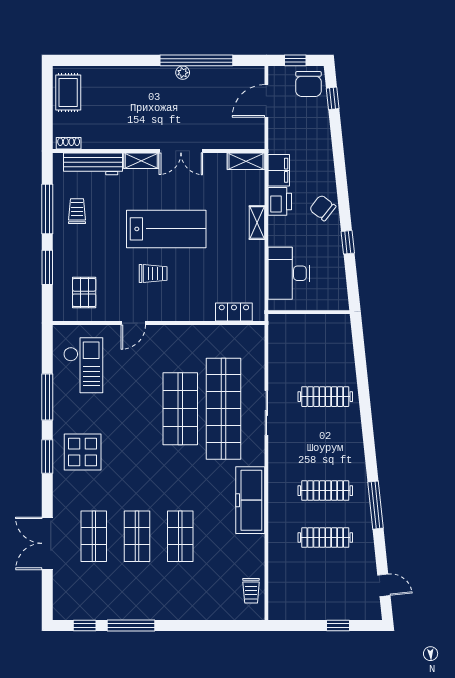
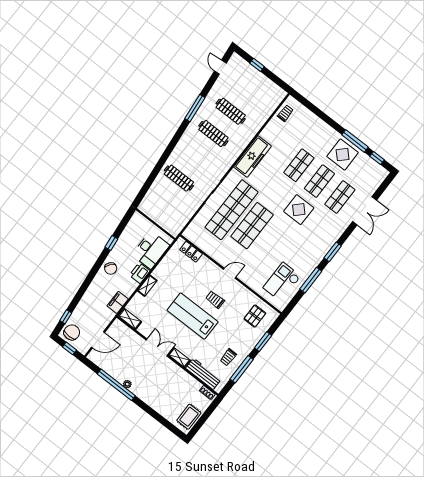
printer: (280, 201) -> (140, 273), moved
door: (133, 323) -> (230, 273), moved
display table: (83, 452) -> (299, 210), moved
display table: (134, 595) -> (343, 155), added

